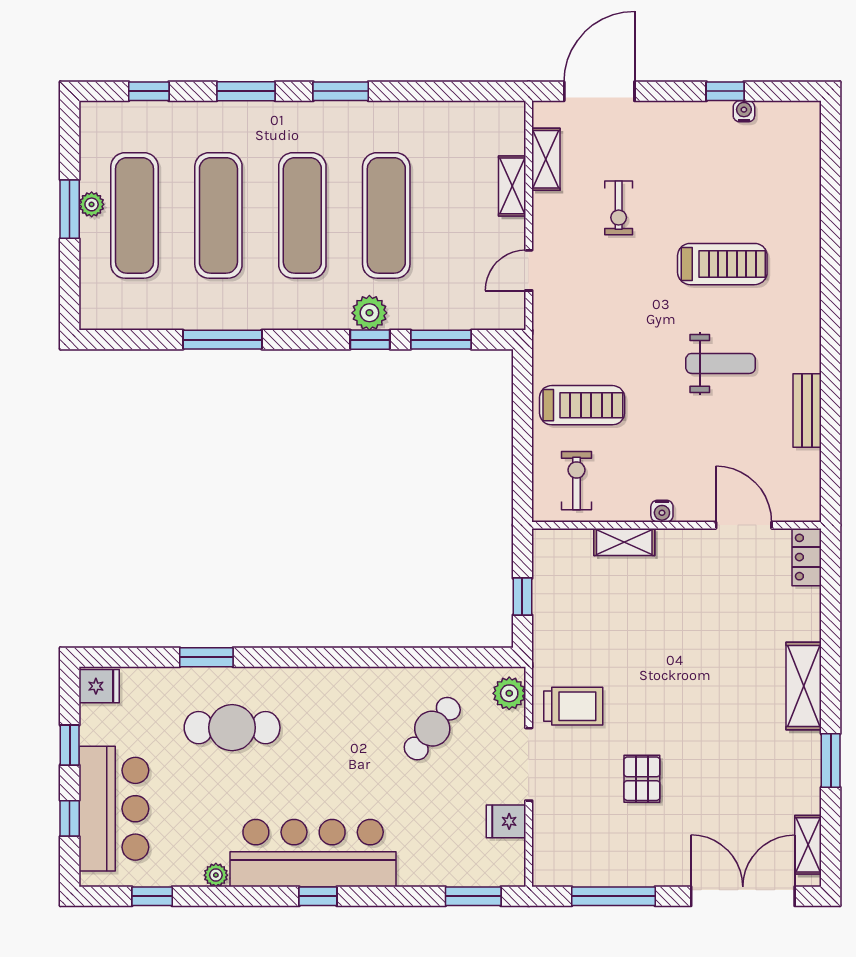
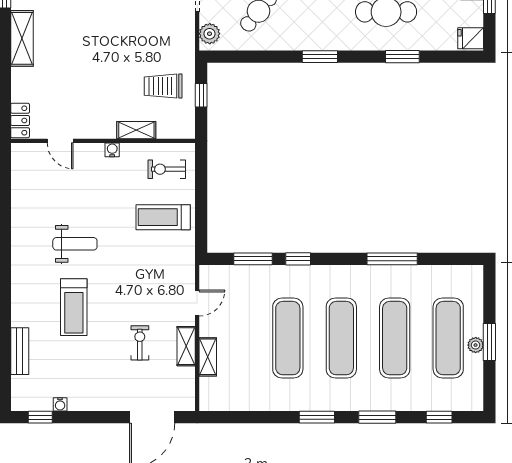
window: (725, 91) -> (40, 417), moved
shelving: (546, 159) -> (186, 346), moved
treadmill: (722, 264) -> (74, 307), turned -90
plant: (369, 313) -> (299, 276), removed
weight bench: (721, 363) -> (75, 244), turned 180
bench: (807, 411) -> (20, 351), moved
exercise bike: (577, 481) -> (167, 169), turned 90
door: (744, 525) -> (60, 141), width x0.73
window: (336, 657) -> (320, 57), added
trolley: (573, 706) -> (163, 86), moved

